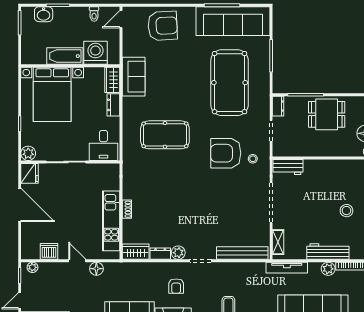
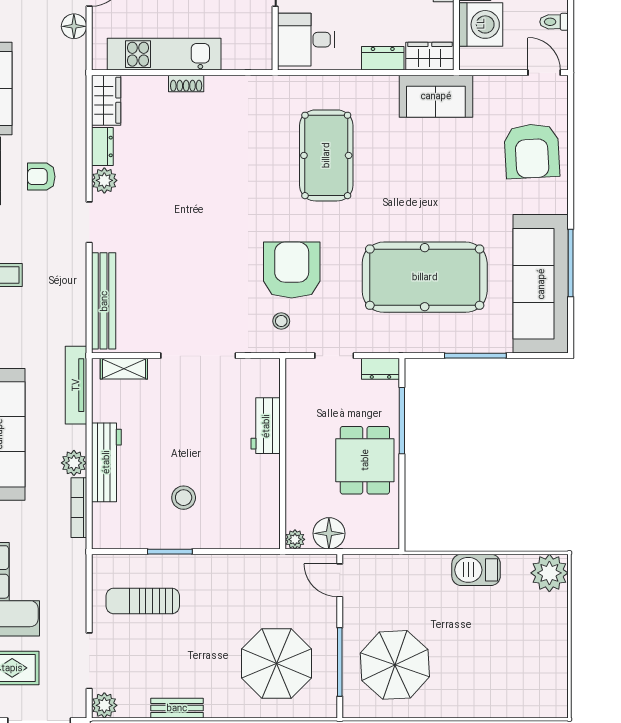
workbench: (288, 167) -> (266, 426), moved

